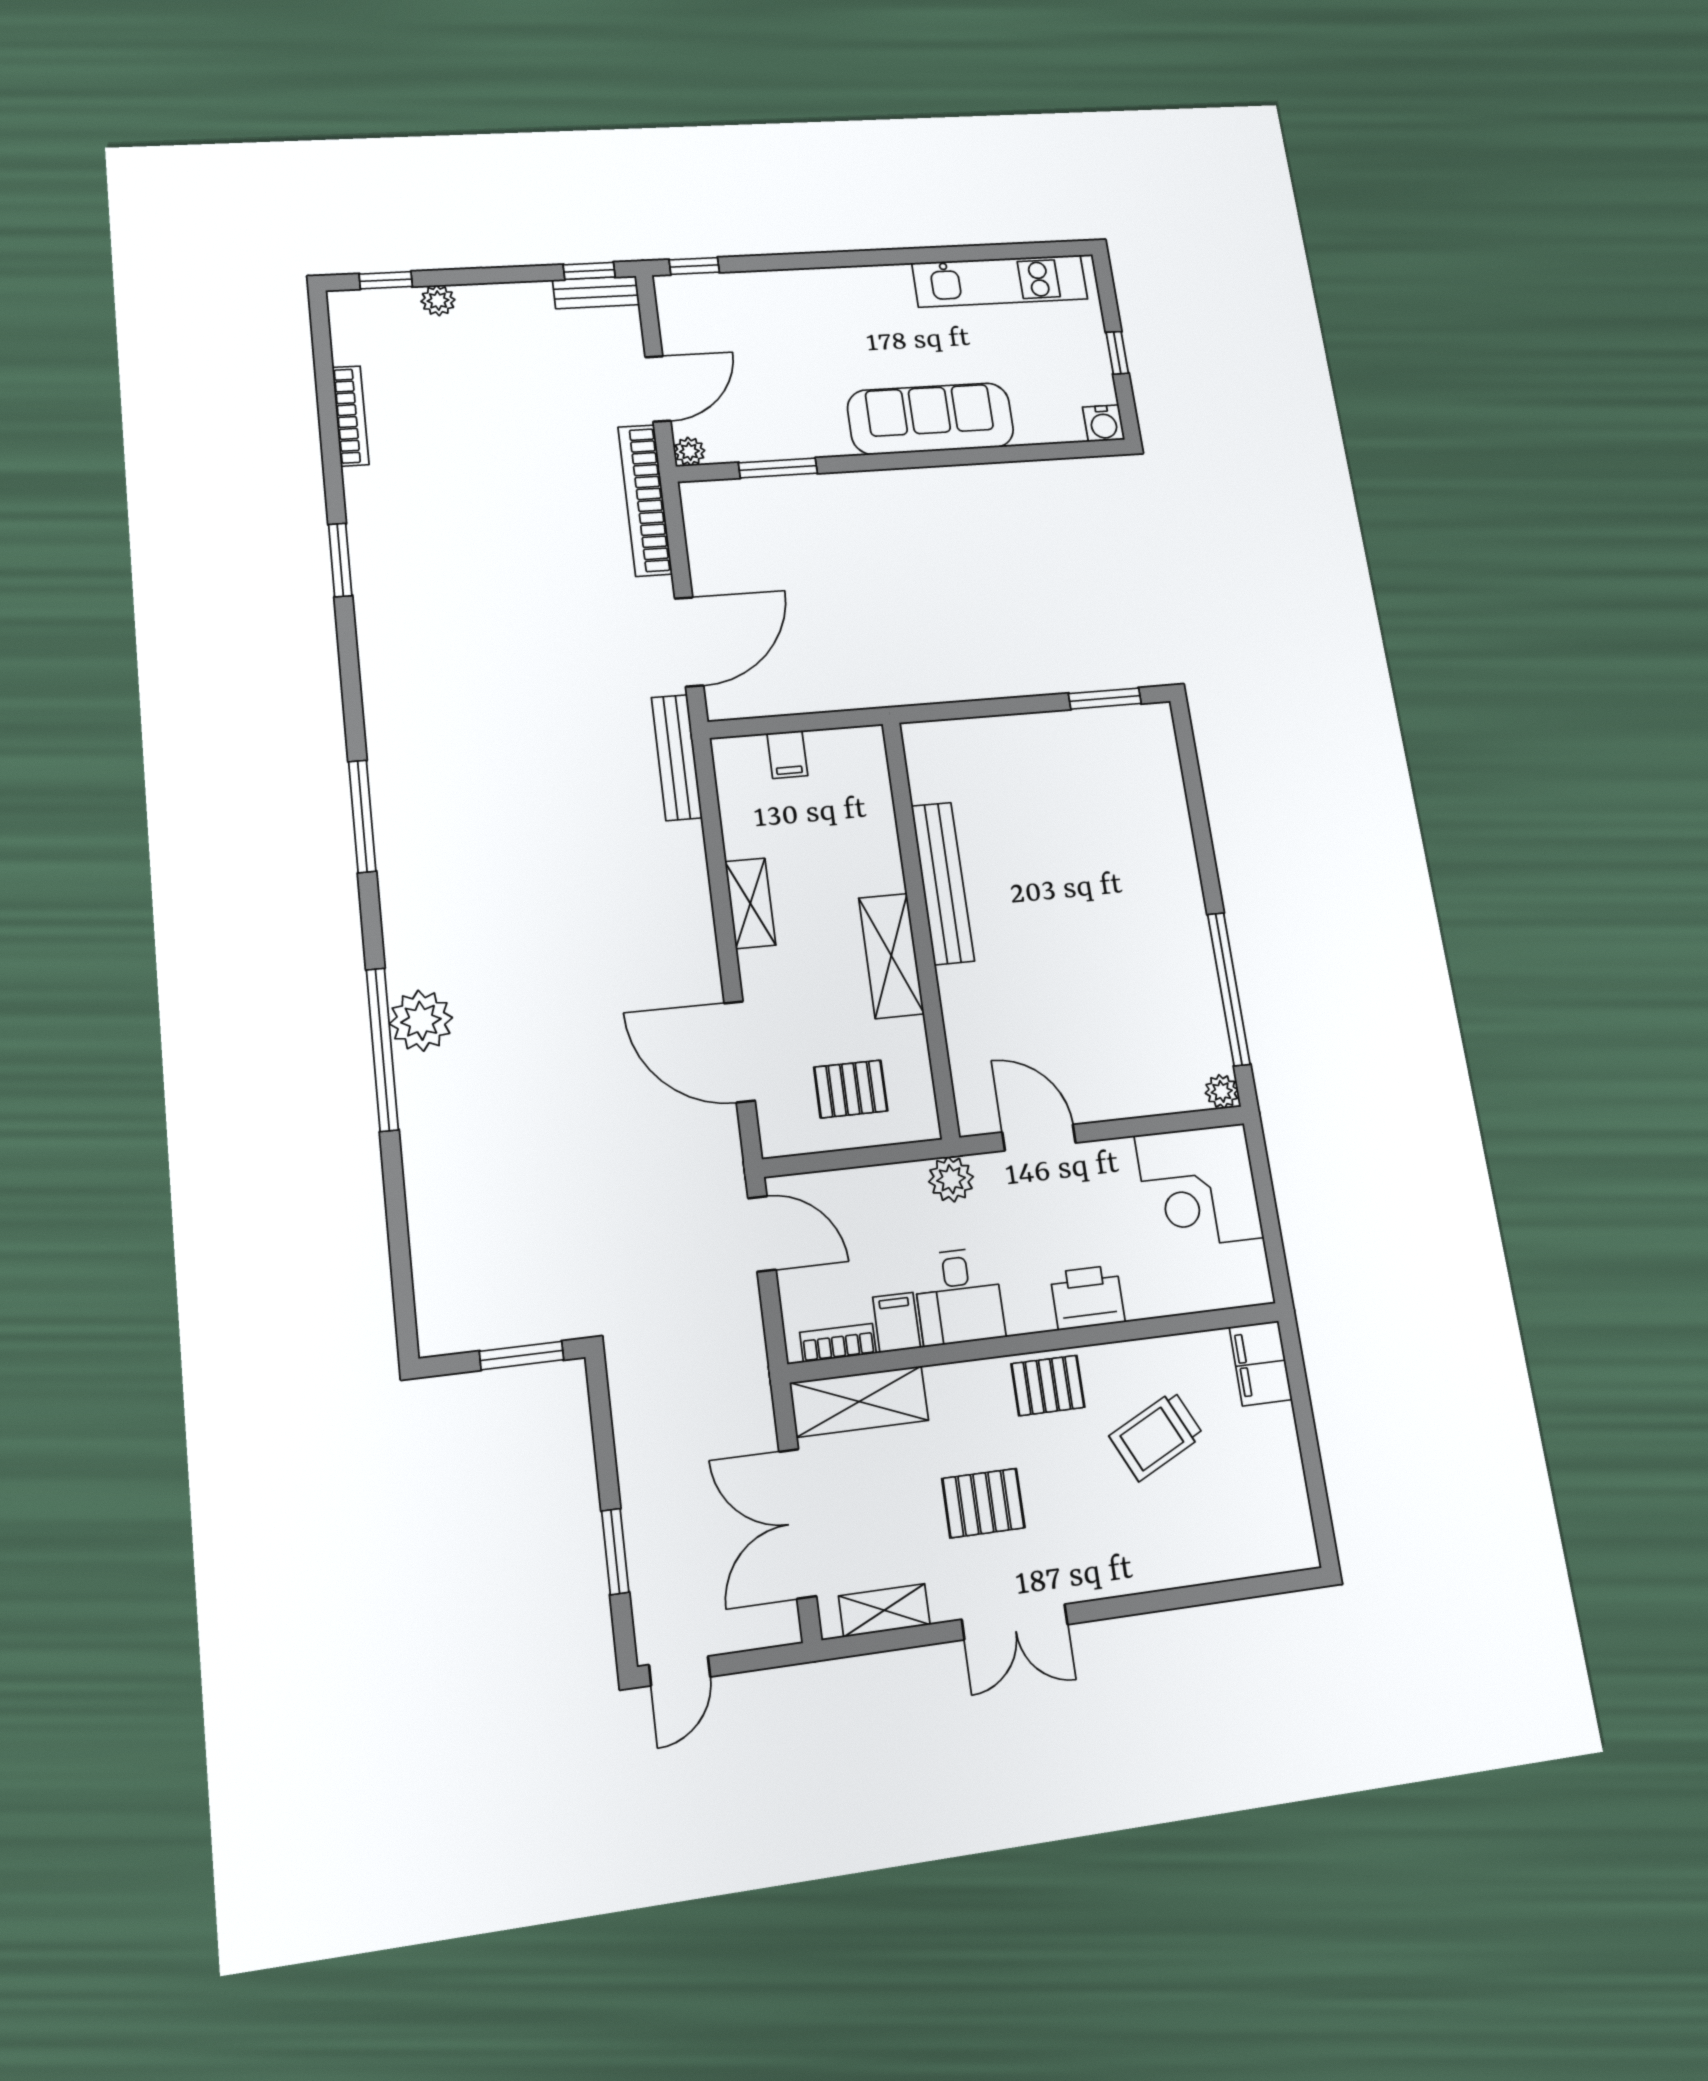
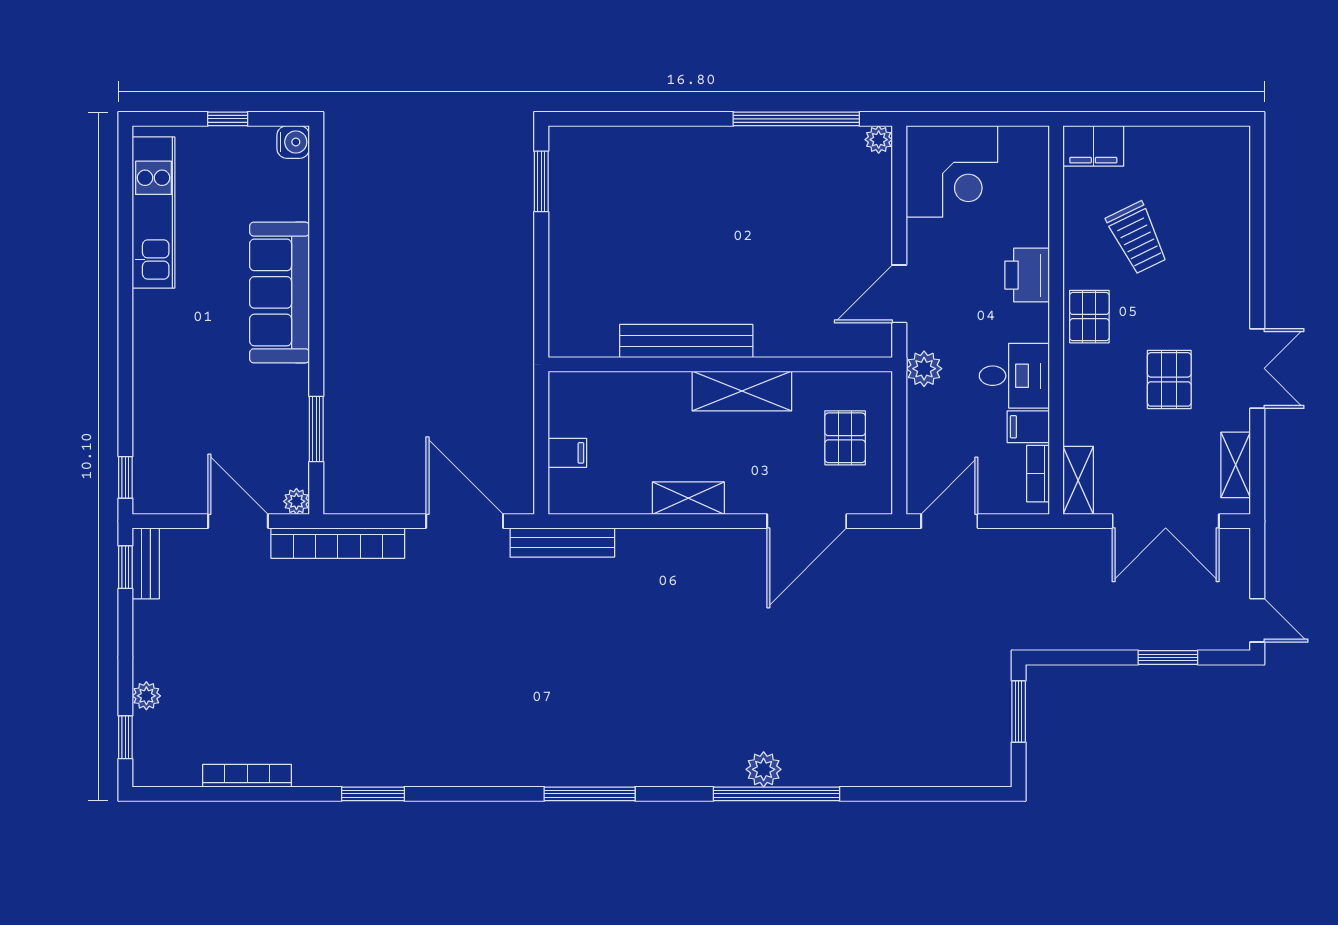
plant: (421, 1021) -> (764, 769), width x0.73, depth x0.73
shelving: (859, 1402) -> (1078, 480), width x0.67, depth x0.75

